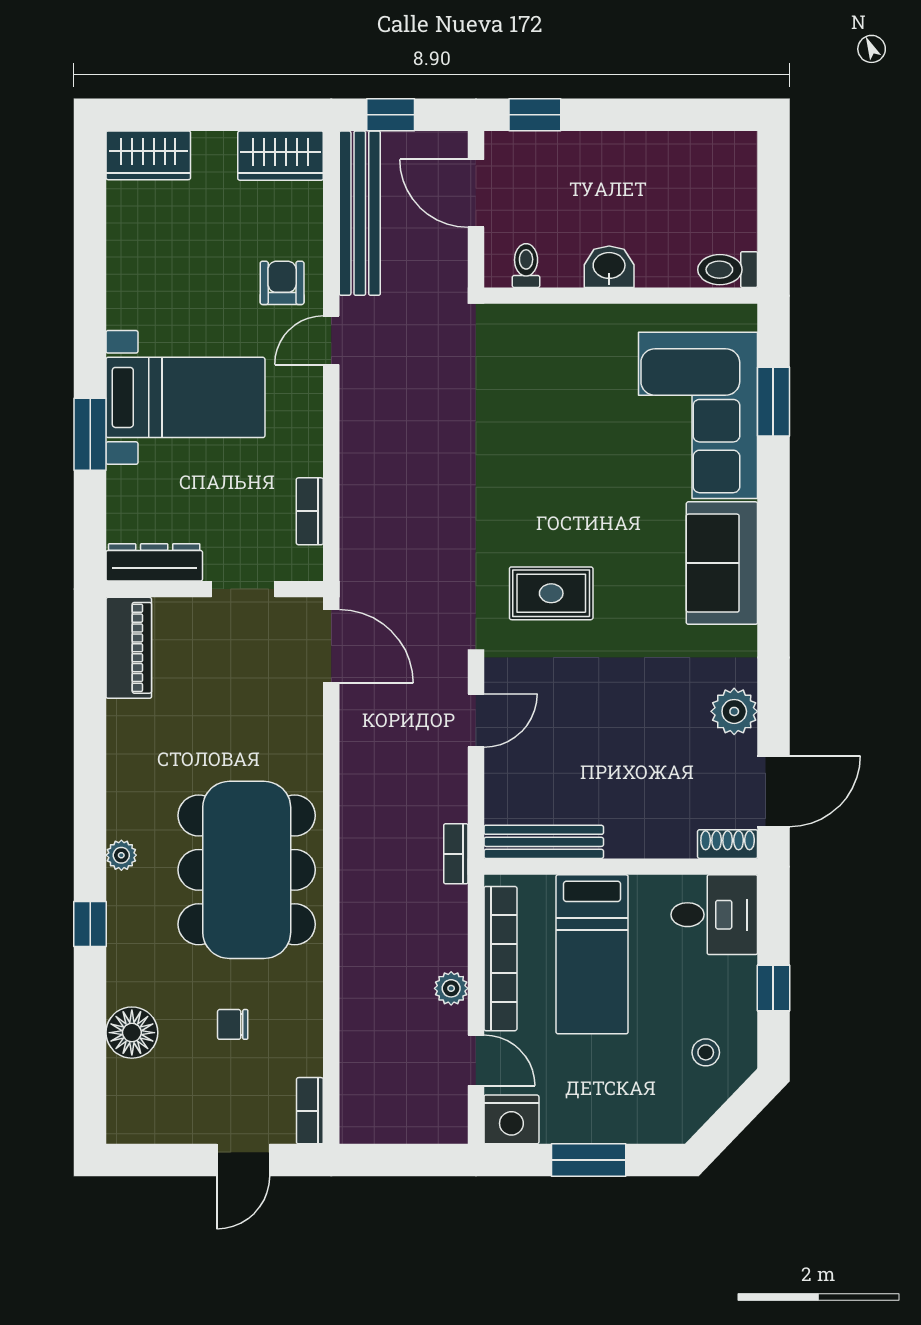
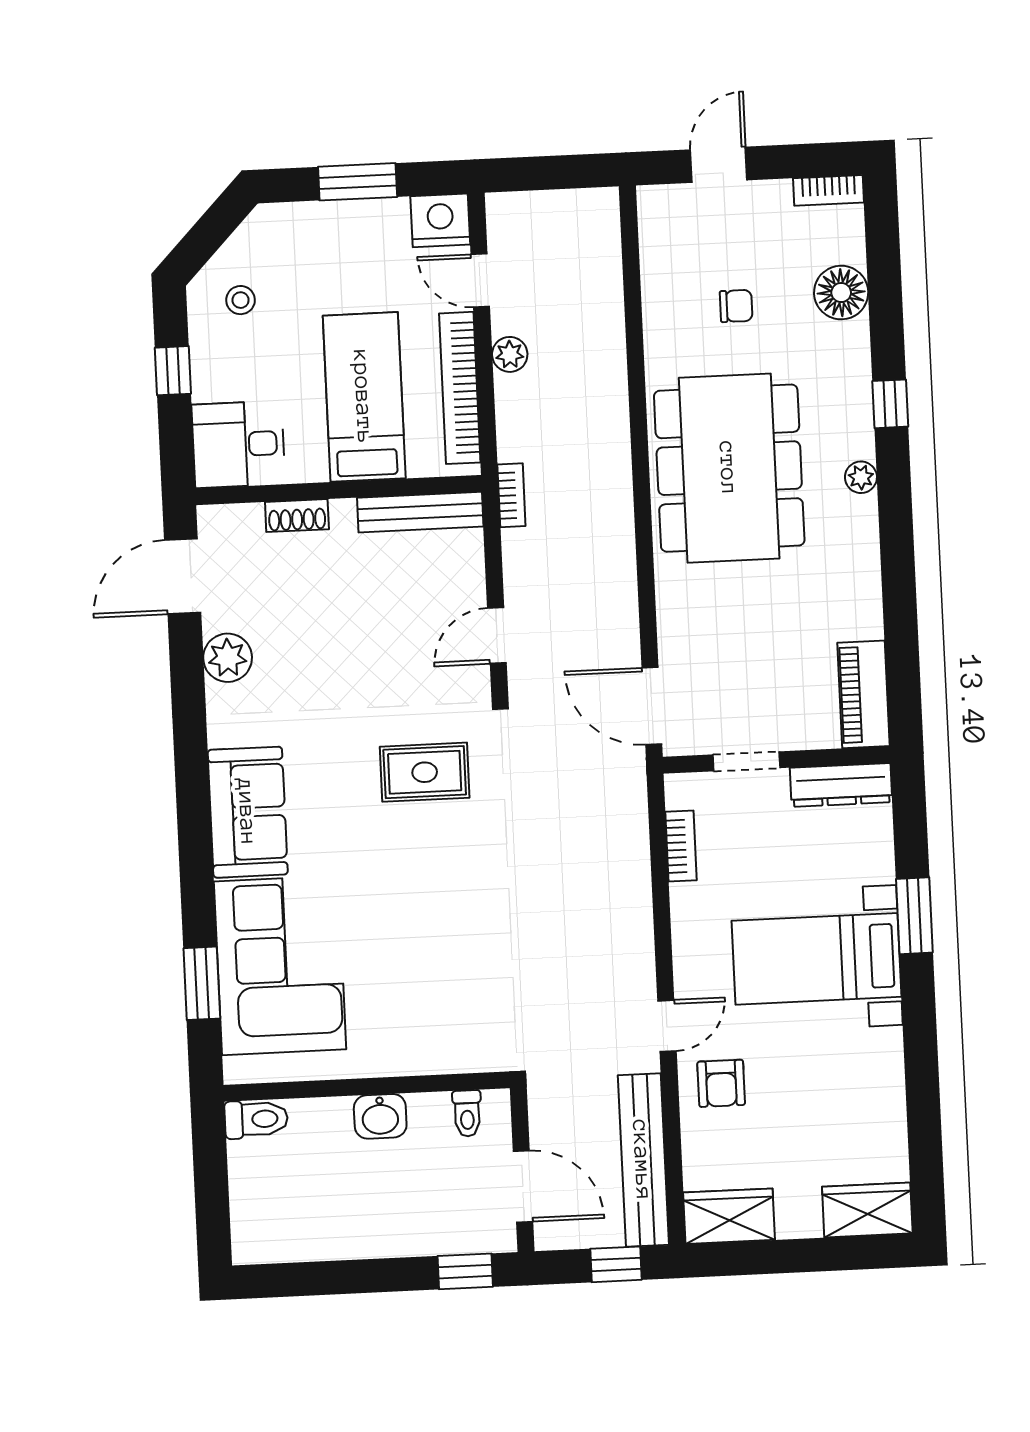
shoe rack: (728, 844) -> (297, 516), moved
bookcase: (310, 1111) -> (828, 190), moved, turned 90

